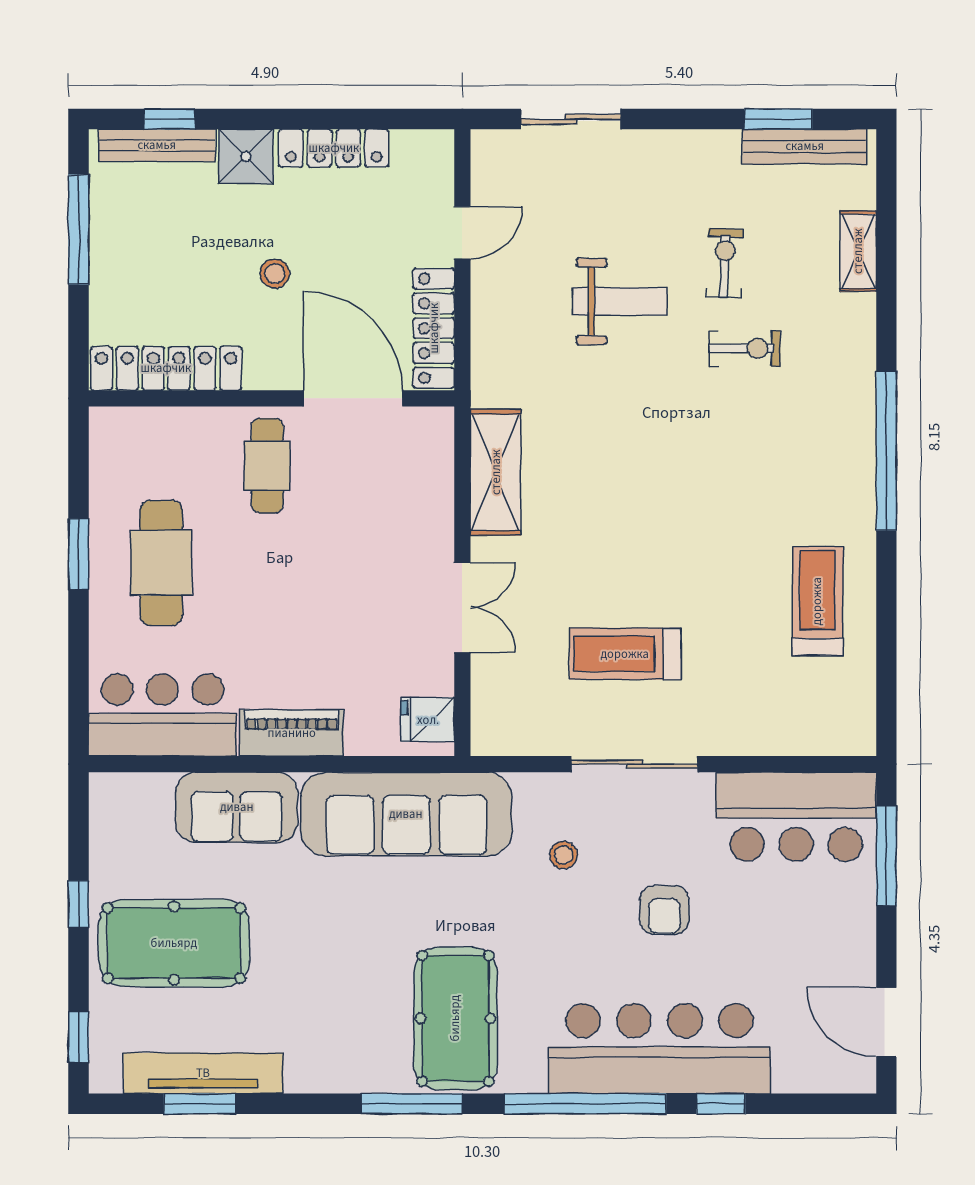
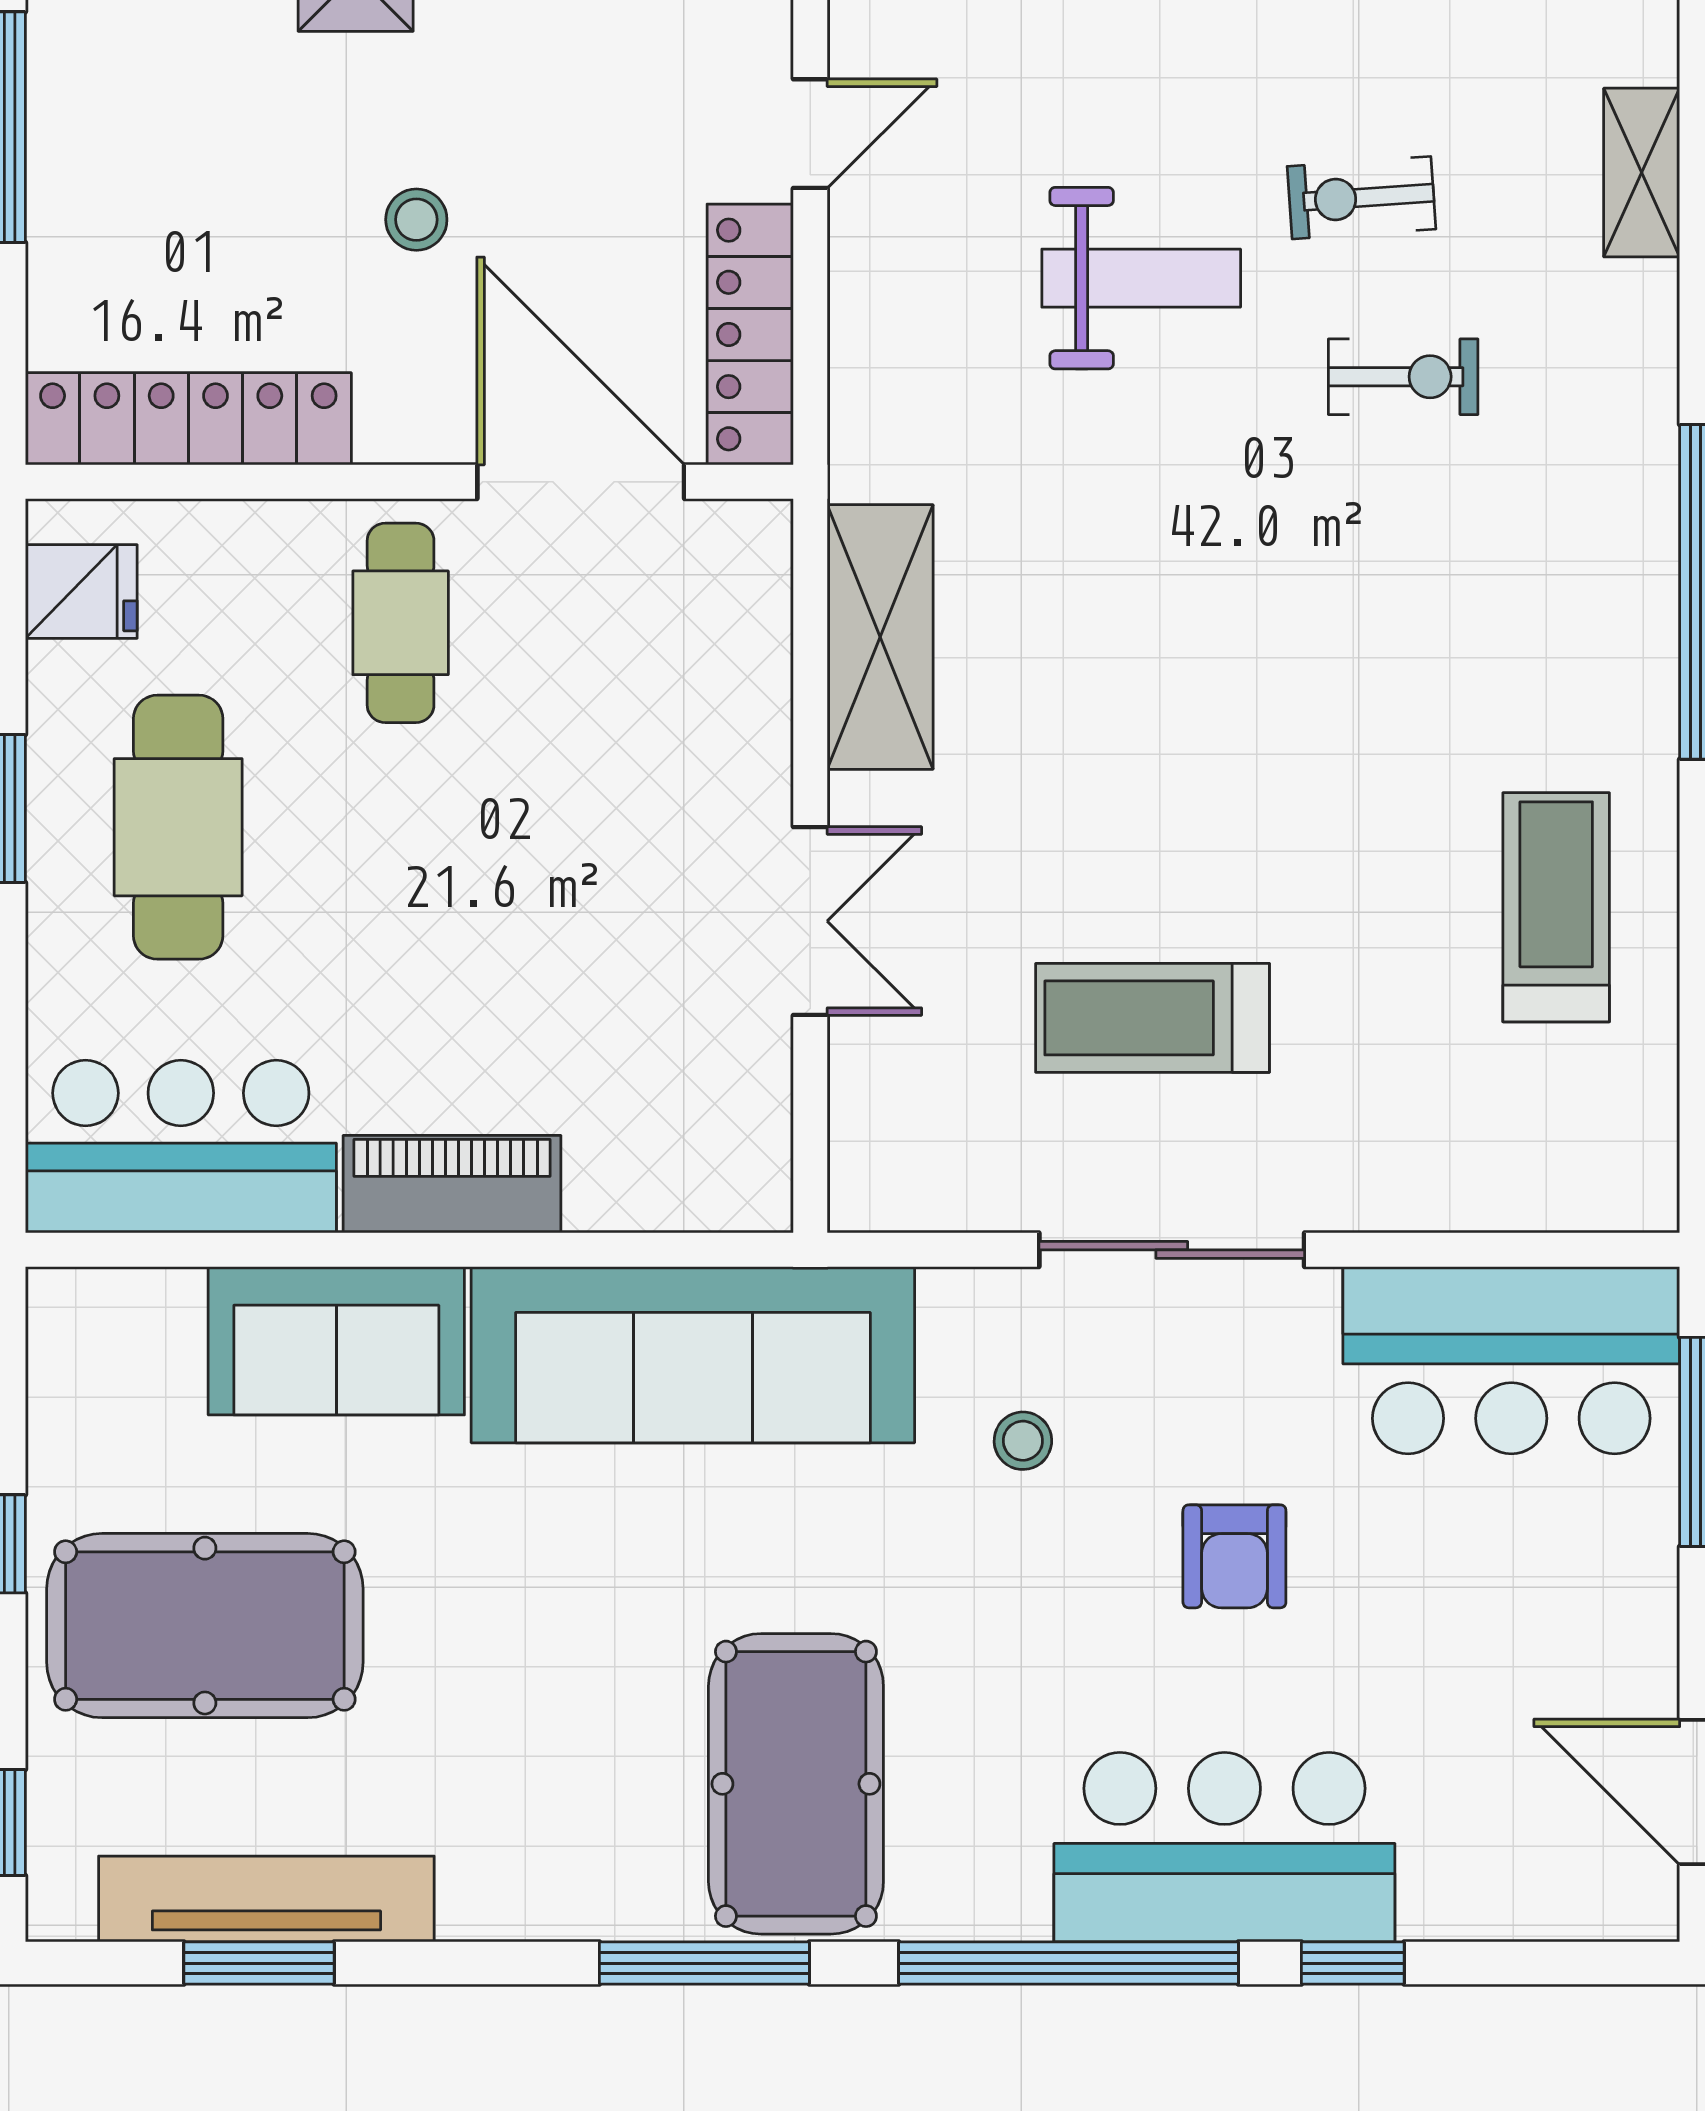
exercise bike: (725, 263) -> (1361, 198), turned -96
fridge: (428, 720) -> (81, 591), moved, turned 180
bar counter: (660, 1049) -> (1224, 1847), width x0.73

